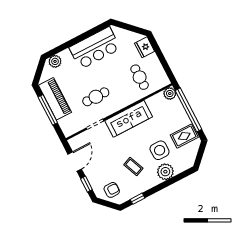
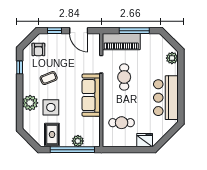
plant: (170, 94) -> (78, 141), moved
piano: (55, 99) -> (121, 42), moved

